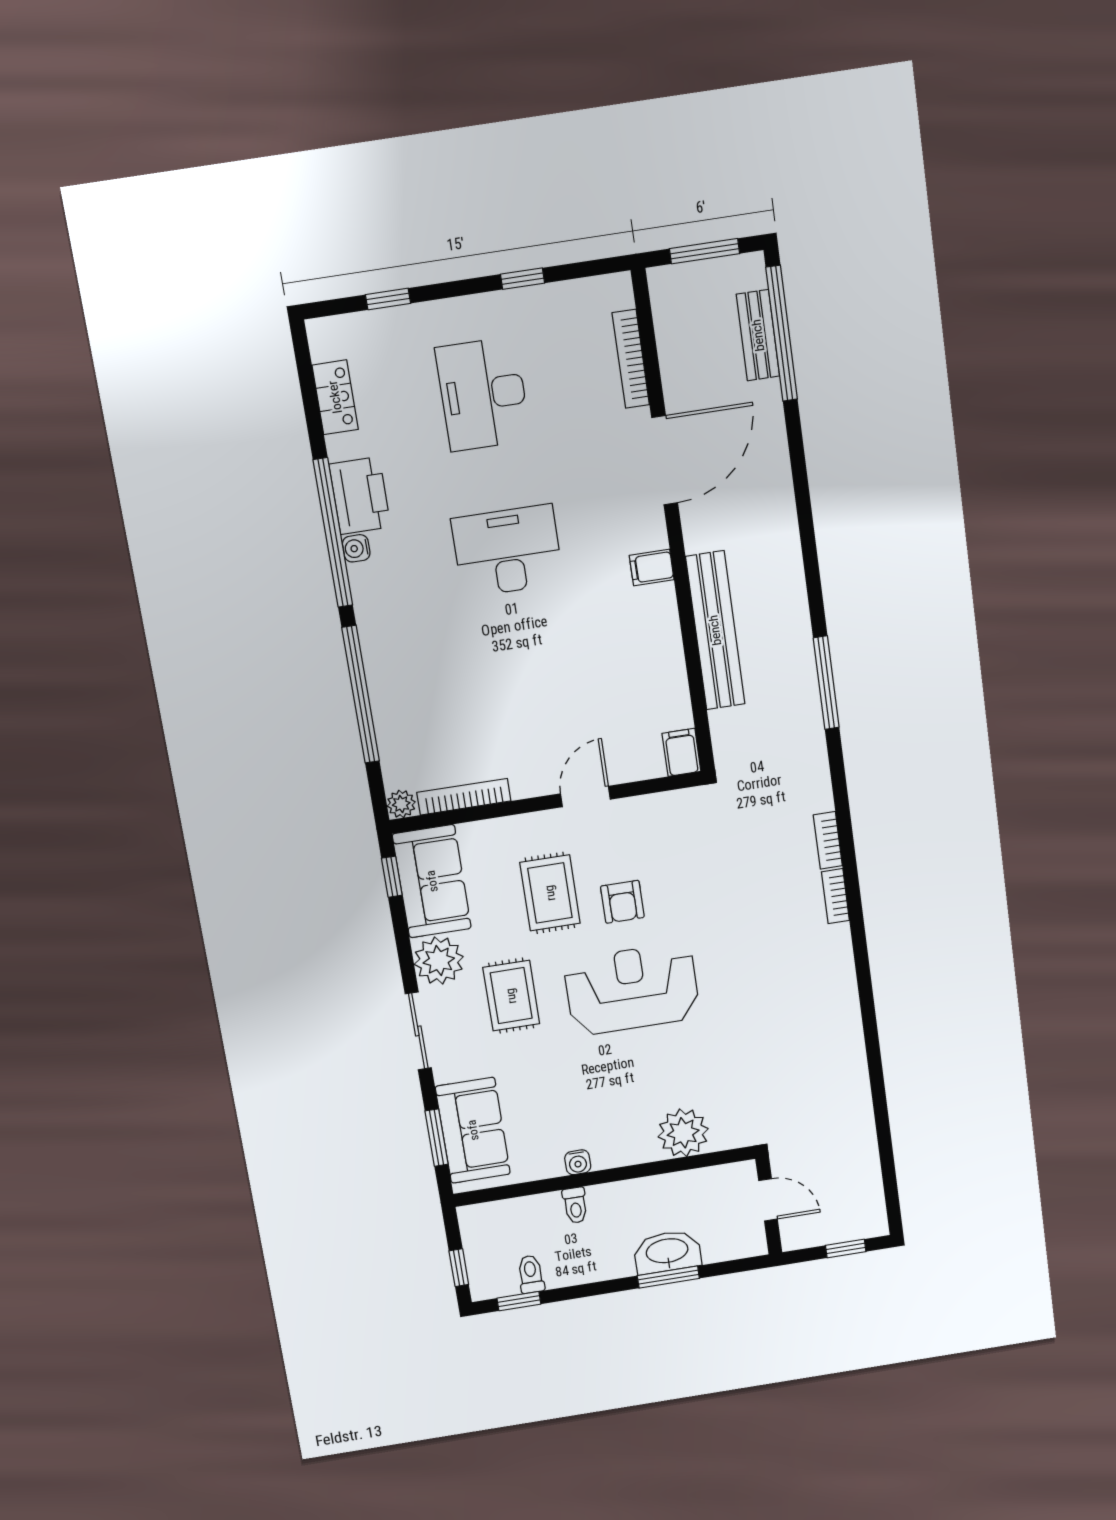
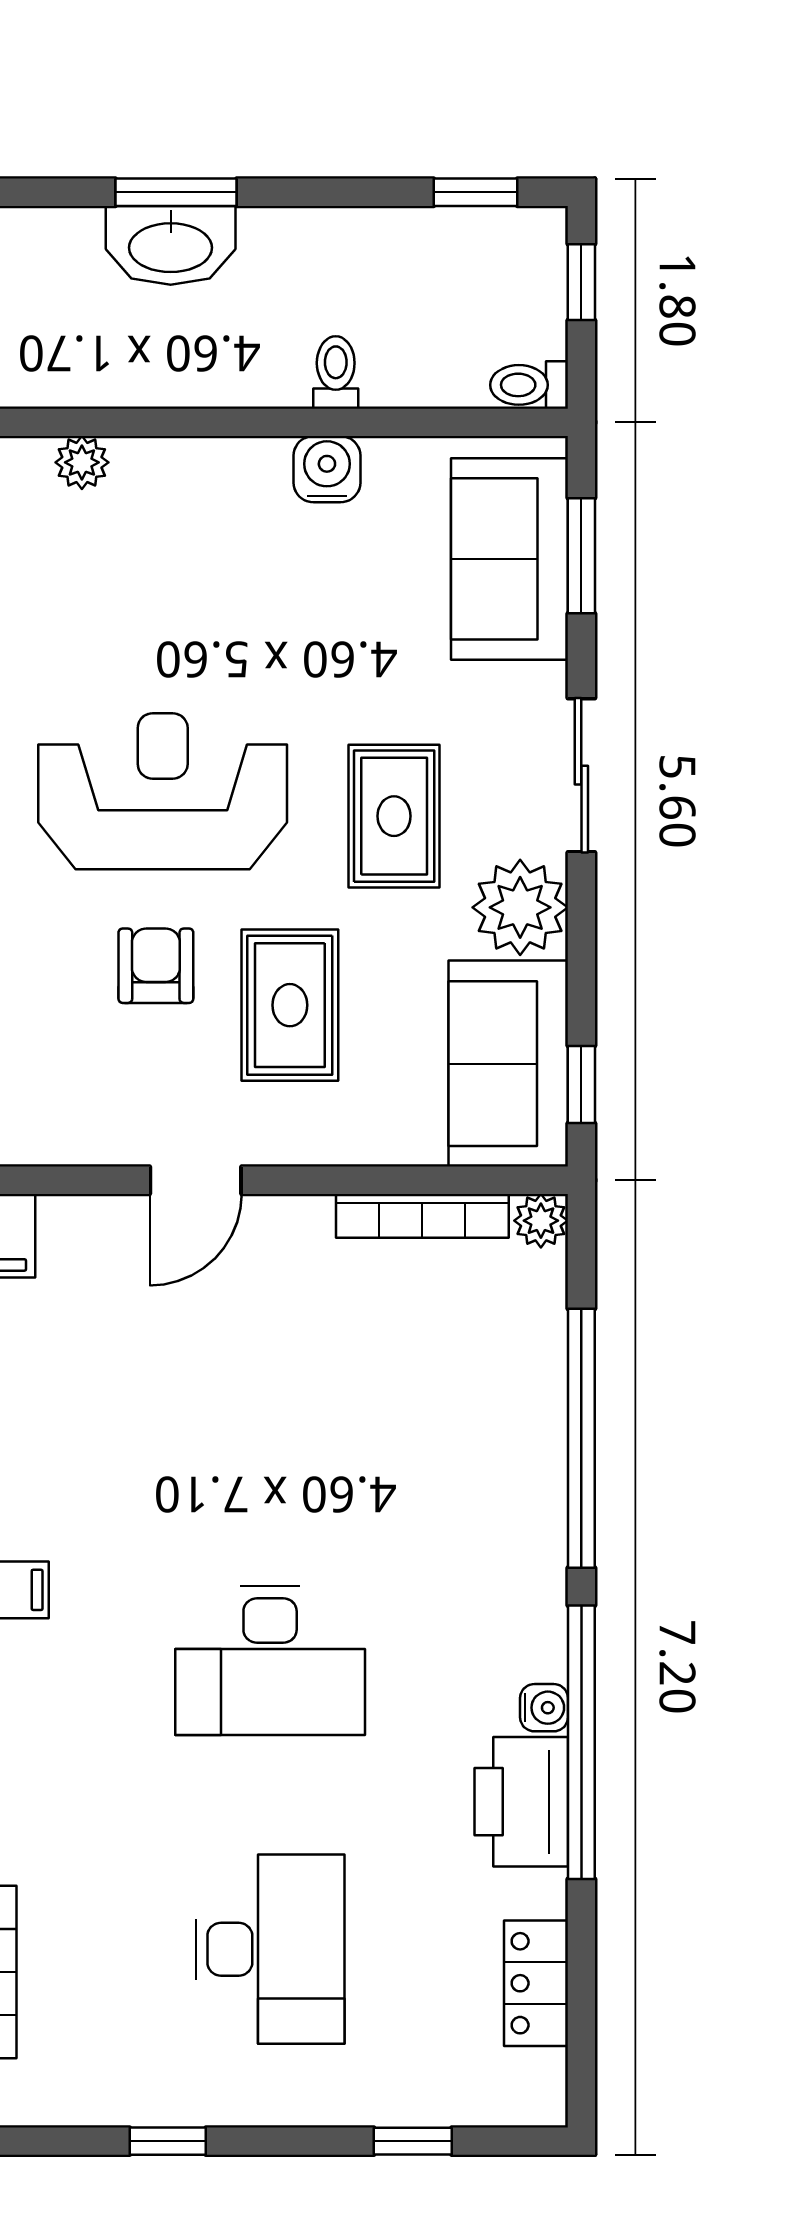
reception desk: (632, 989) -> (163, 791), turned 180
plant: (683, 1133) -> (82, 462), width x0.53, depth x0.53
water cooler: (578, 1162) -> (327, 469), width x1.38, depth x1.38
toilet: (531, 1274) -> (529, 385), moved, turned 90

